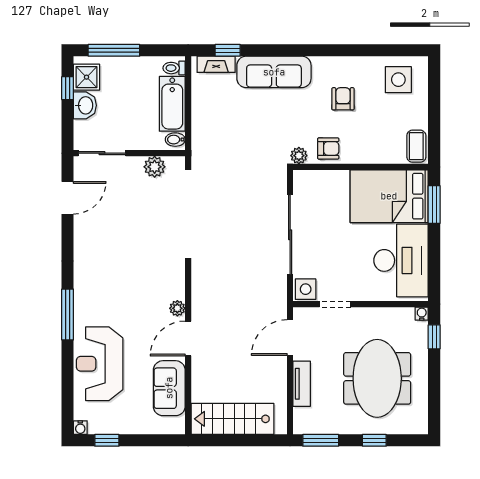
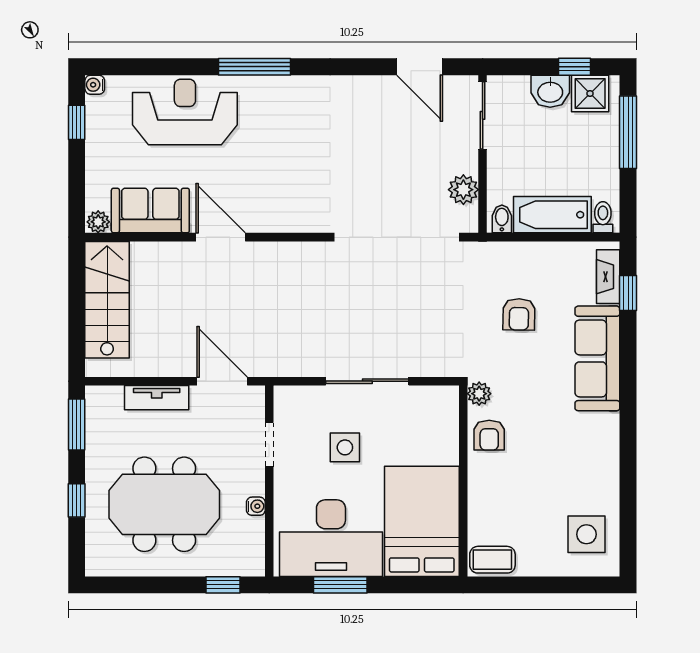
armchair: (343, 99) -> (519, 314), moved, turned 91
window: (434, 205) -> (340, 585), moved
sliding door: (290, 235) -> (367, 381), width x0.73
side table: (306, 289) -> (345, 447), moved
plant: (177, 308) -> (98, 222), moved
water cooler: (422, 314) -> (256, 506), moved

